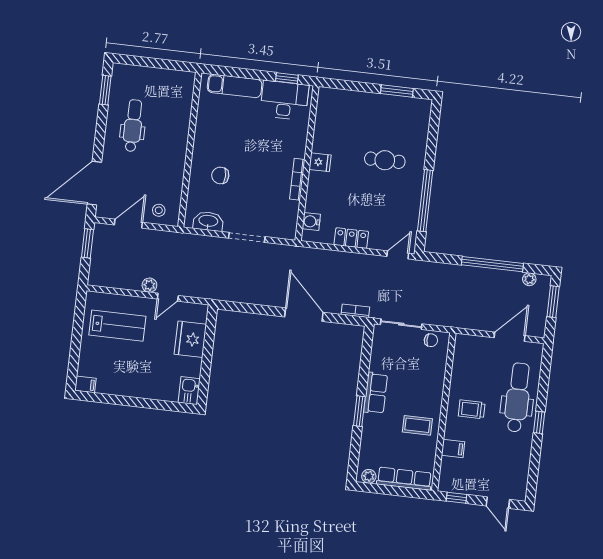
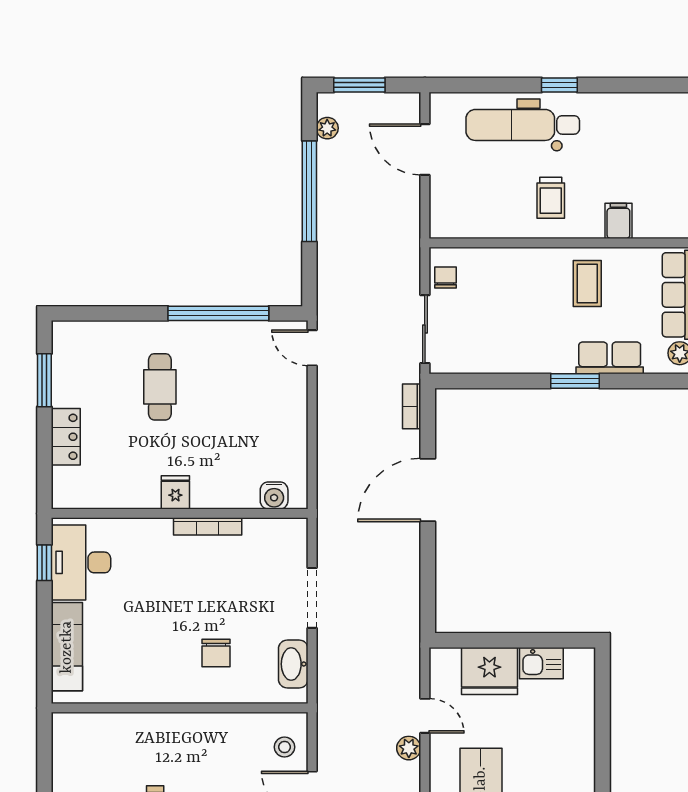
locker: (351, 238) -> (66, 437), moved, turned 180
kitchen sink: (189, 391) -> (541, 663), moved
row of seats: (376, 393) -> (610, 358), moved

